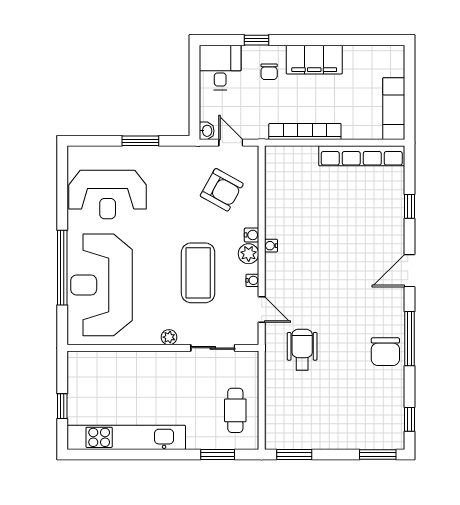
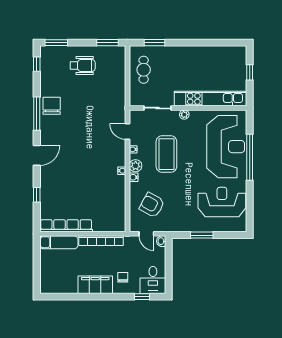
window: (256, 40) -> (142, 297), moved
exam couch: (394, 109) -> (59, 242), moved, turned 90
wheelchair: (302, 350) -> (83, 65), moved, turned -90
kitchen unit: (126, 437) -> (210, 99), moved, turned 180

